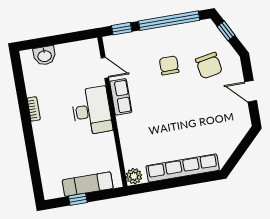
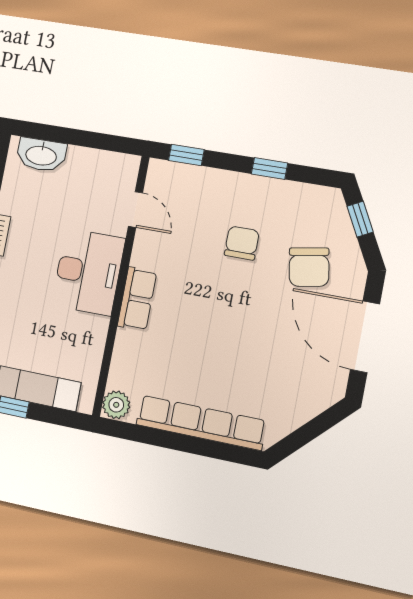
window: (169, 21) -> (270, 168), width x0.32
washbasin: (45, 56) -> (41, 155), width x1.38
door: (251, 91) -> (365, 337), width x1.88
row of seats: (121, 97) -> (137, 299), moved

